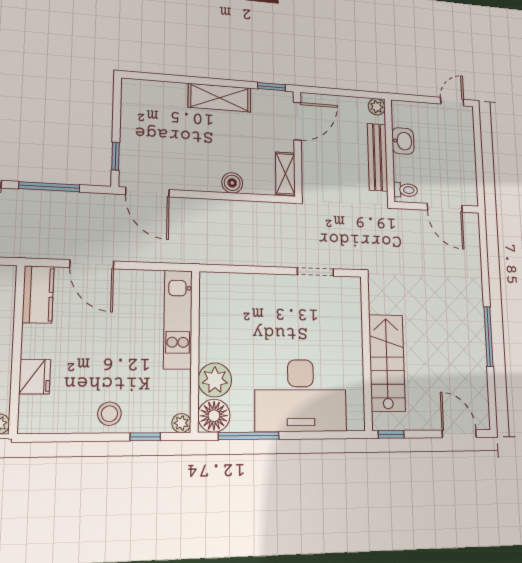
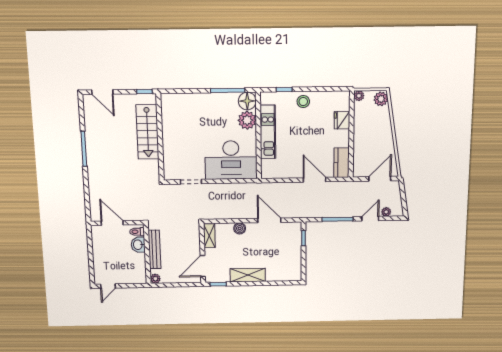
washbasin: (403, 141) -> (138, 245), moved
door: (147, 192) -> (269, 220), moved
kitchen unit: (178, 319) -> (268, 132), moved
desk: (301, 395) -> (231, 160), moved, turned 180
plant: (181, 423) -> (265, 97), removed

